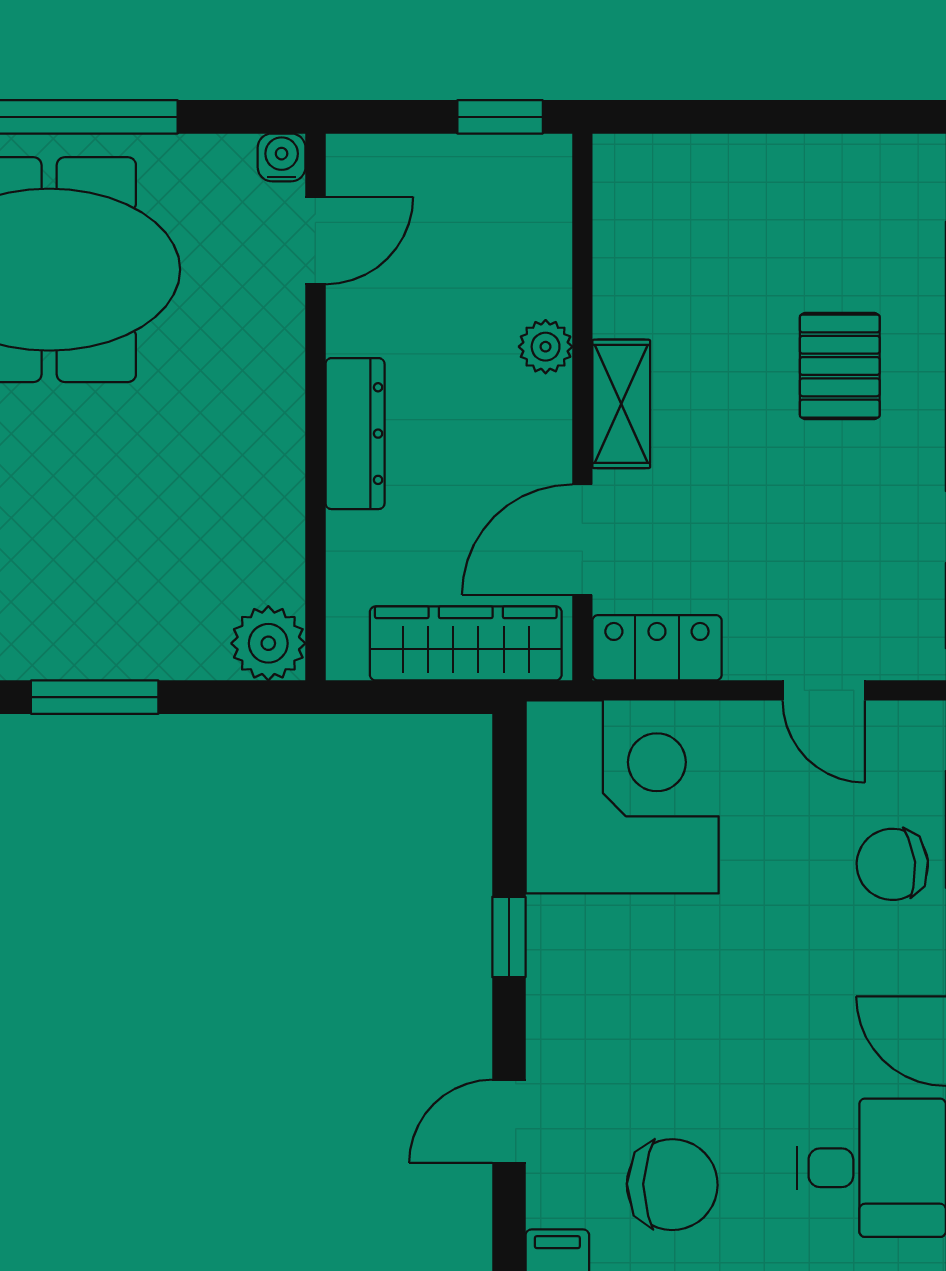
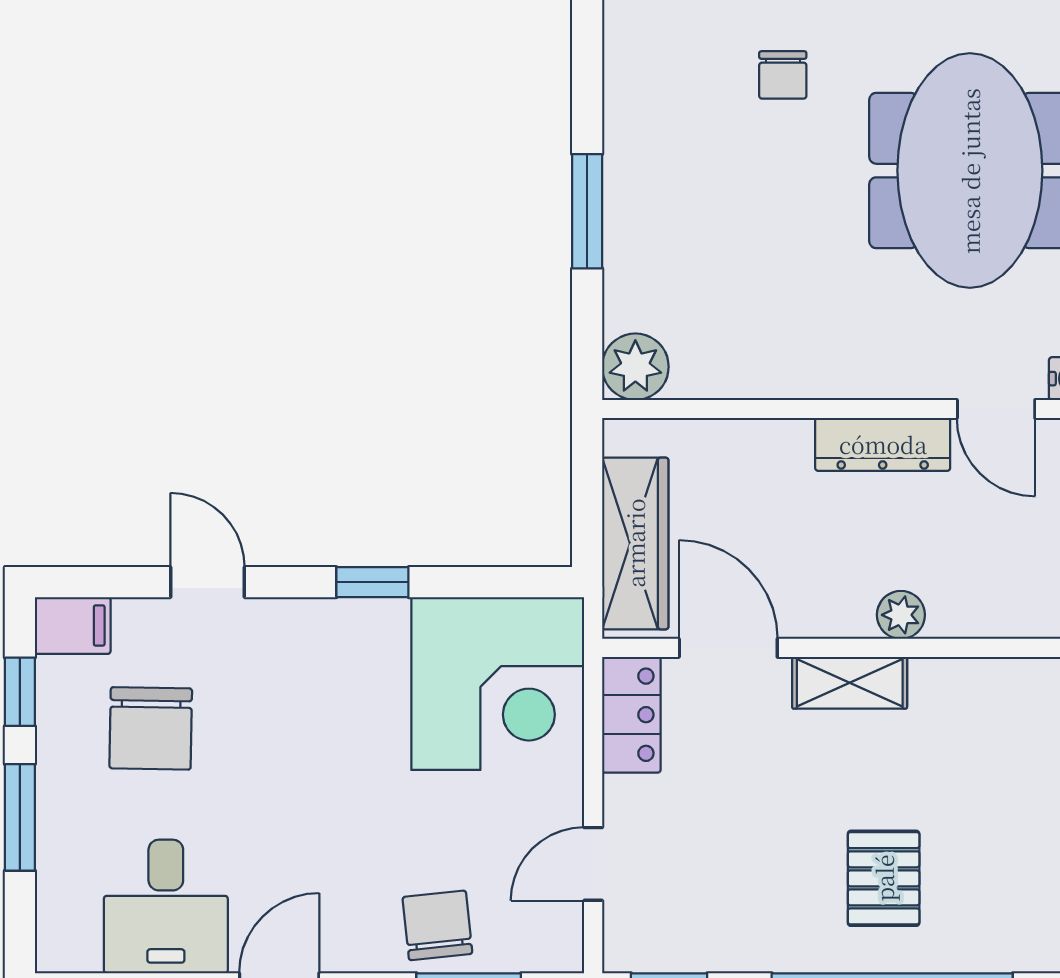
pallet: (840, 366) -> (884, 878), turned 90
dresser: (355, 434) -> (883, 444), moved

